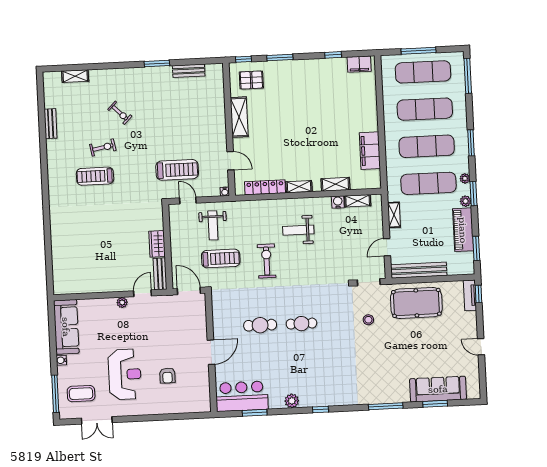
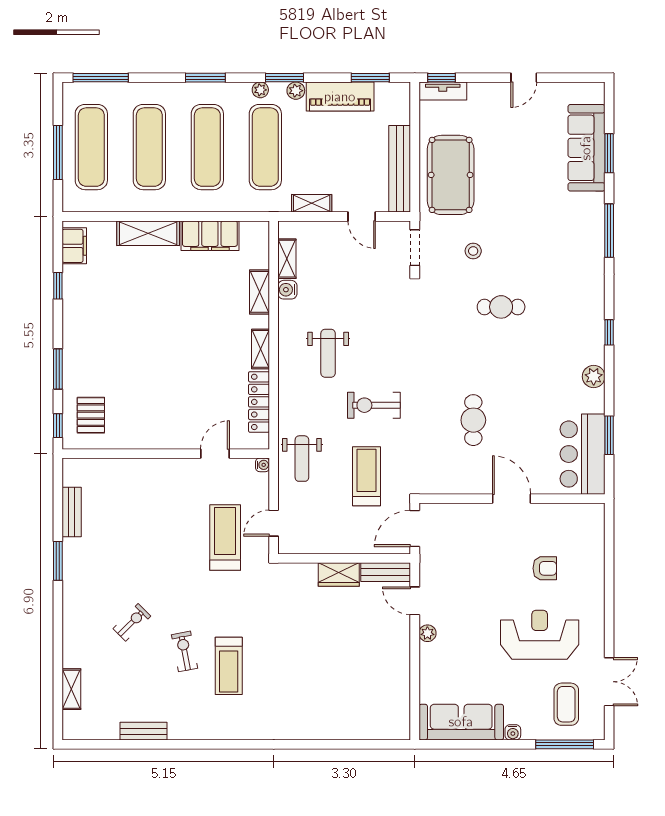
shelving: (239, 117) -> (148, 233), moved
weight bench: (213, 225) -> (302, 459), moved, turned 90
cafe table: (301, 324) -> (501, 307), moved, turned 90

